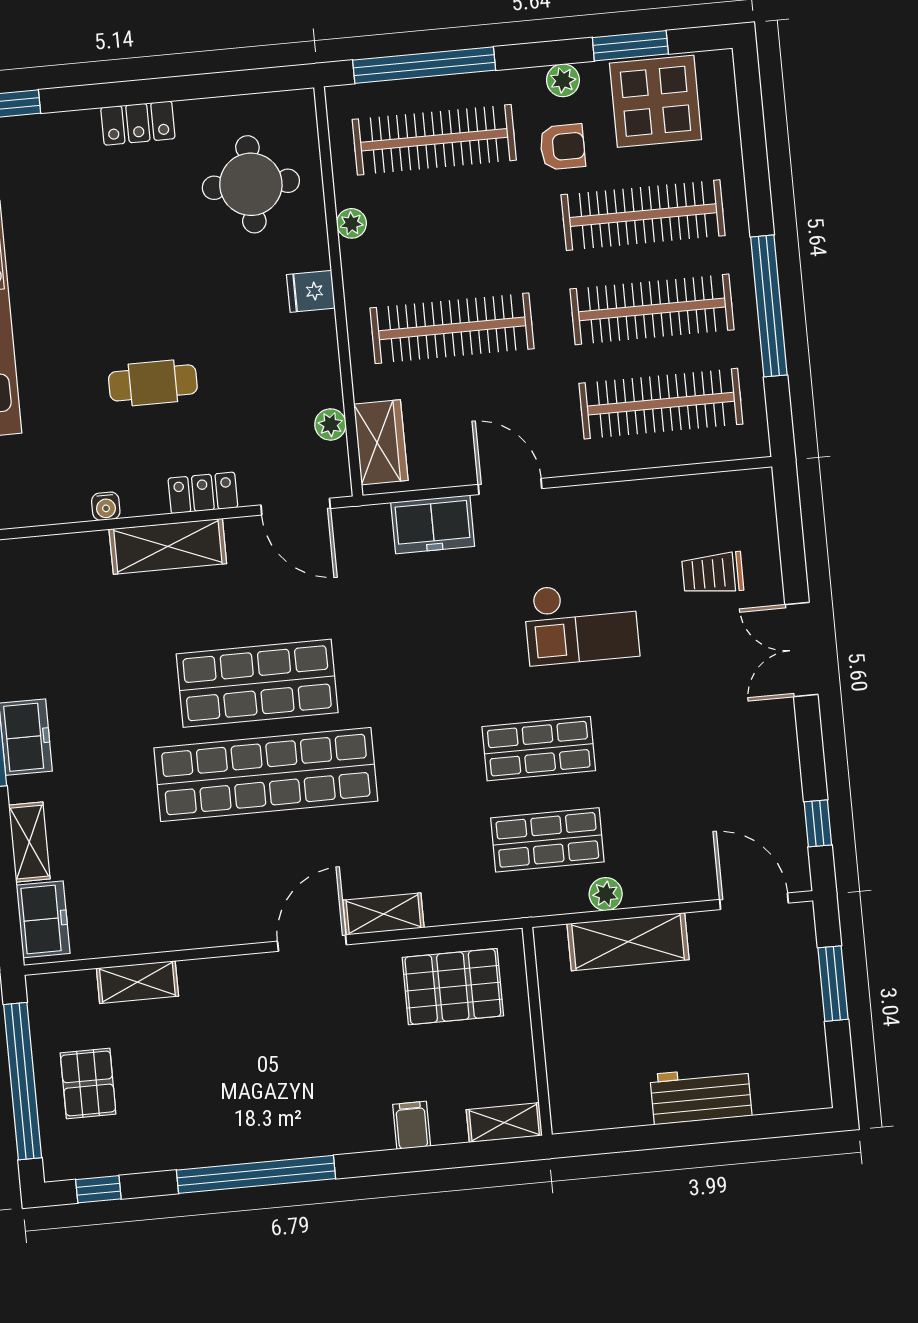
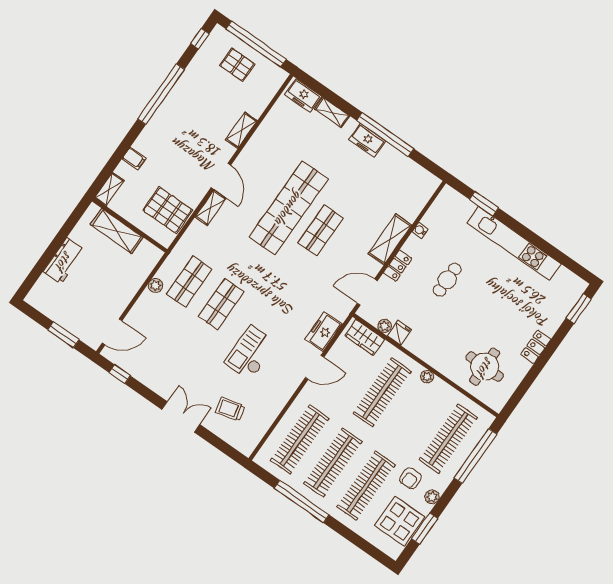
plant: (351, 223) -> (427, 377), moved
fridge: (311, 291) -> (399, 333), moved
trolley: (713, 573) -> (230, 409), turned -104
shop shelf: (257, 683) -> (321, 231), width x0.70, depth x0.74
shelving: (628, 942) -> (117, 231), moved, turned 90
shelving: (137, 982) -> (241, 130), moved
pallet: (453, 987) -> (168, 210), turned 90

